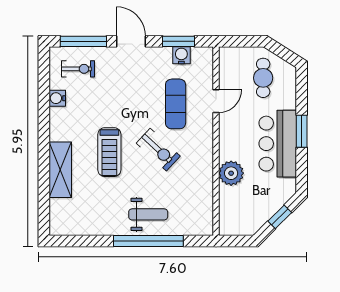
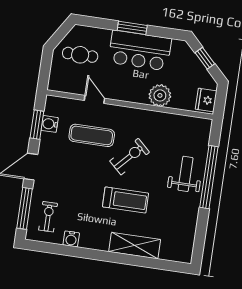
fridge: (234, 225) -> (206, 100), added

